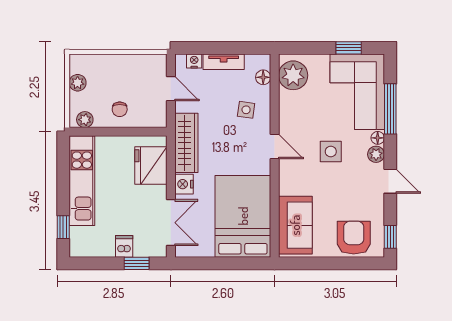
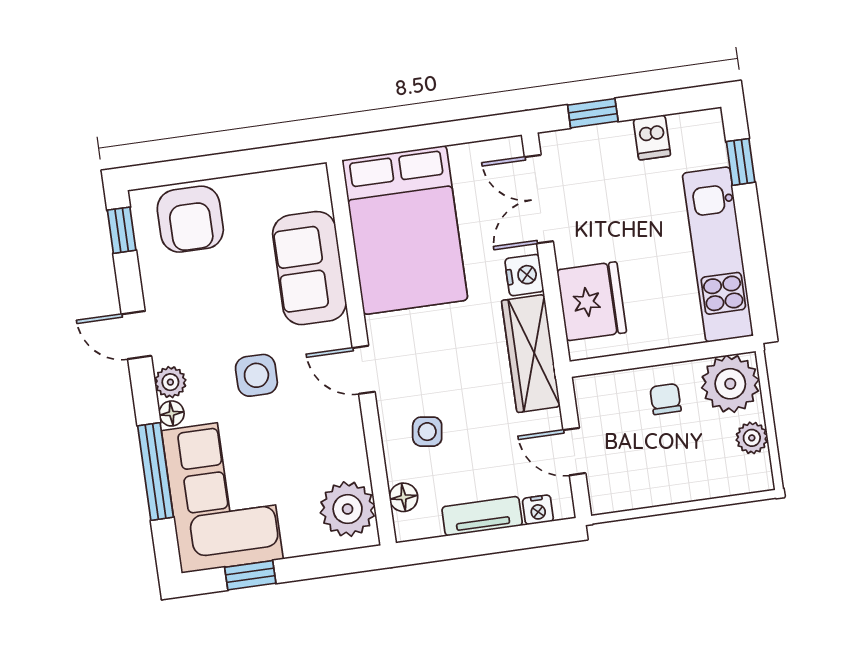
plant: (85, 120) -> (730, 384), width x1.88, depth x1.88
sofa: (295, 225) -> (309, 268), moved
dishwasher: (124, 246) -> (652, 137), moved

